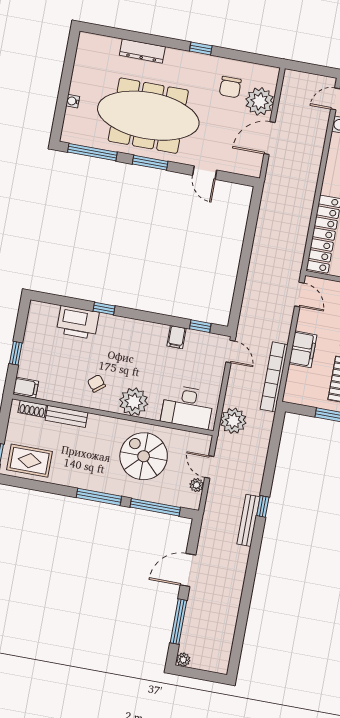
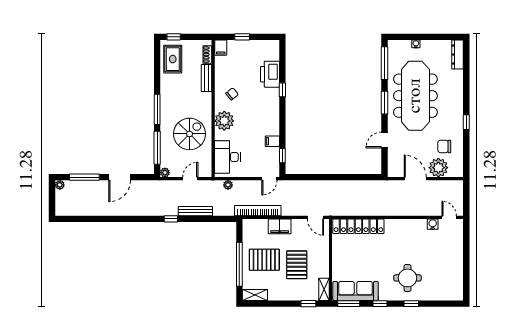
dresser: (142, 51) -> (458, 55), moved
door: (299, 294) -> (316, 217), hinge flipped
plant: (233, 421) -> (228, 185), width x0.53, depth x0.53
plant: (197, 485) -> (165, 173), moved
bench: (248, 520) -> (195, 211), moved
door: (188, 570) -> (120, 177), swing flipped

